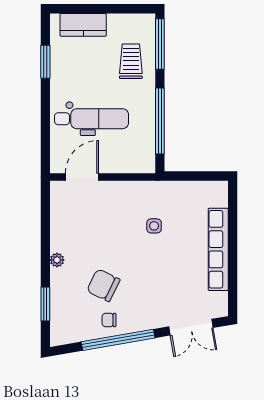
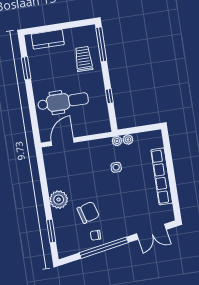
window: (160, 121) -> (109, 96), width x0.32
plant: (161, 188) -> (117, 141), added
plant: (177, 188) -> (128, 139), added
plant: (57, 260) -> (59, 200), width x1.87, depth x1.87
chair: (103, 285) -> (88, 212), turned 138

